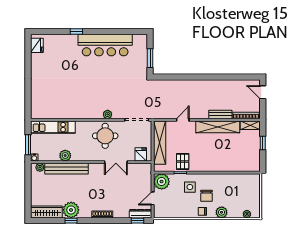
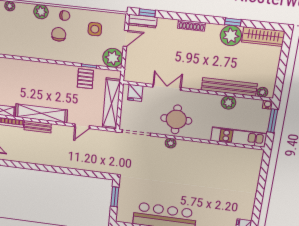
side table: (190, 187) -> (95, 29), moved

